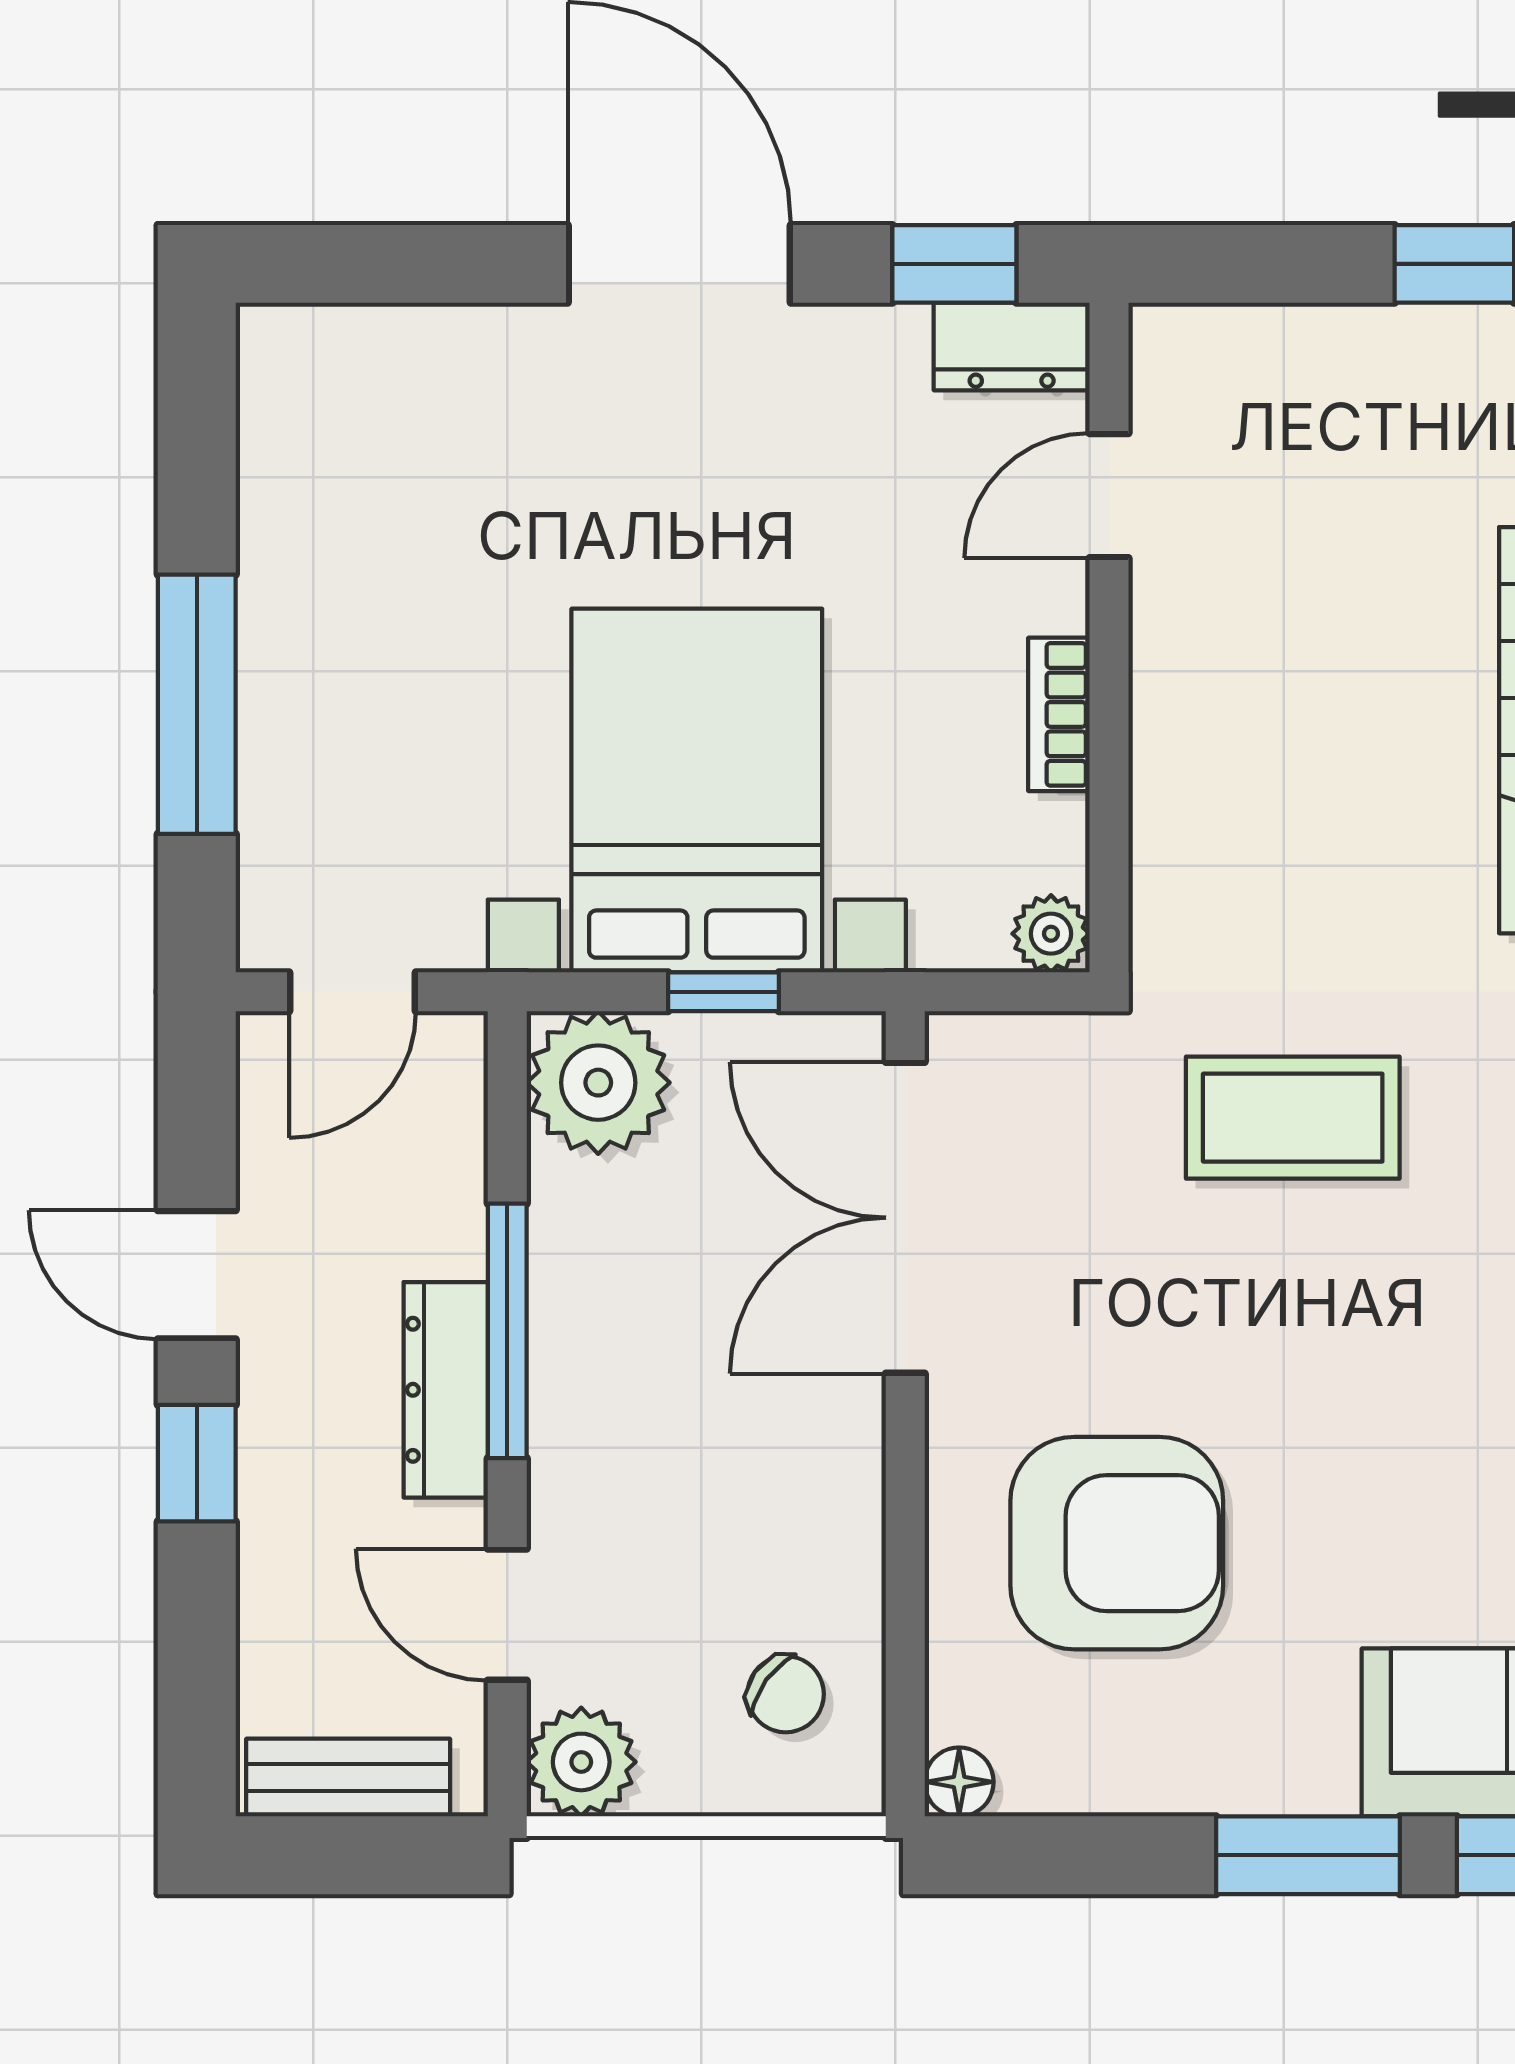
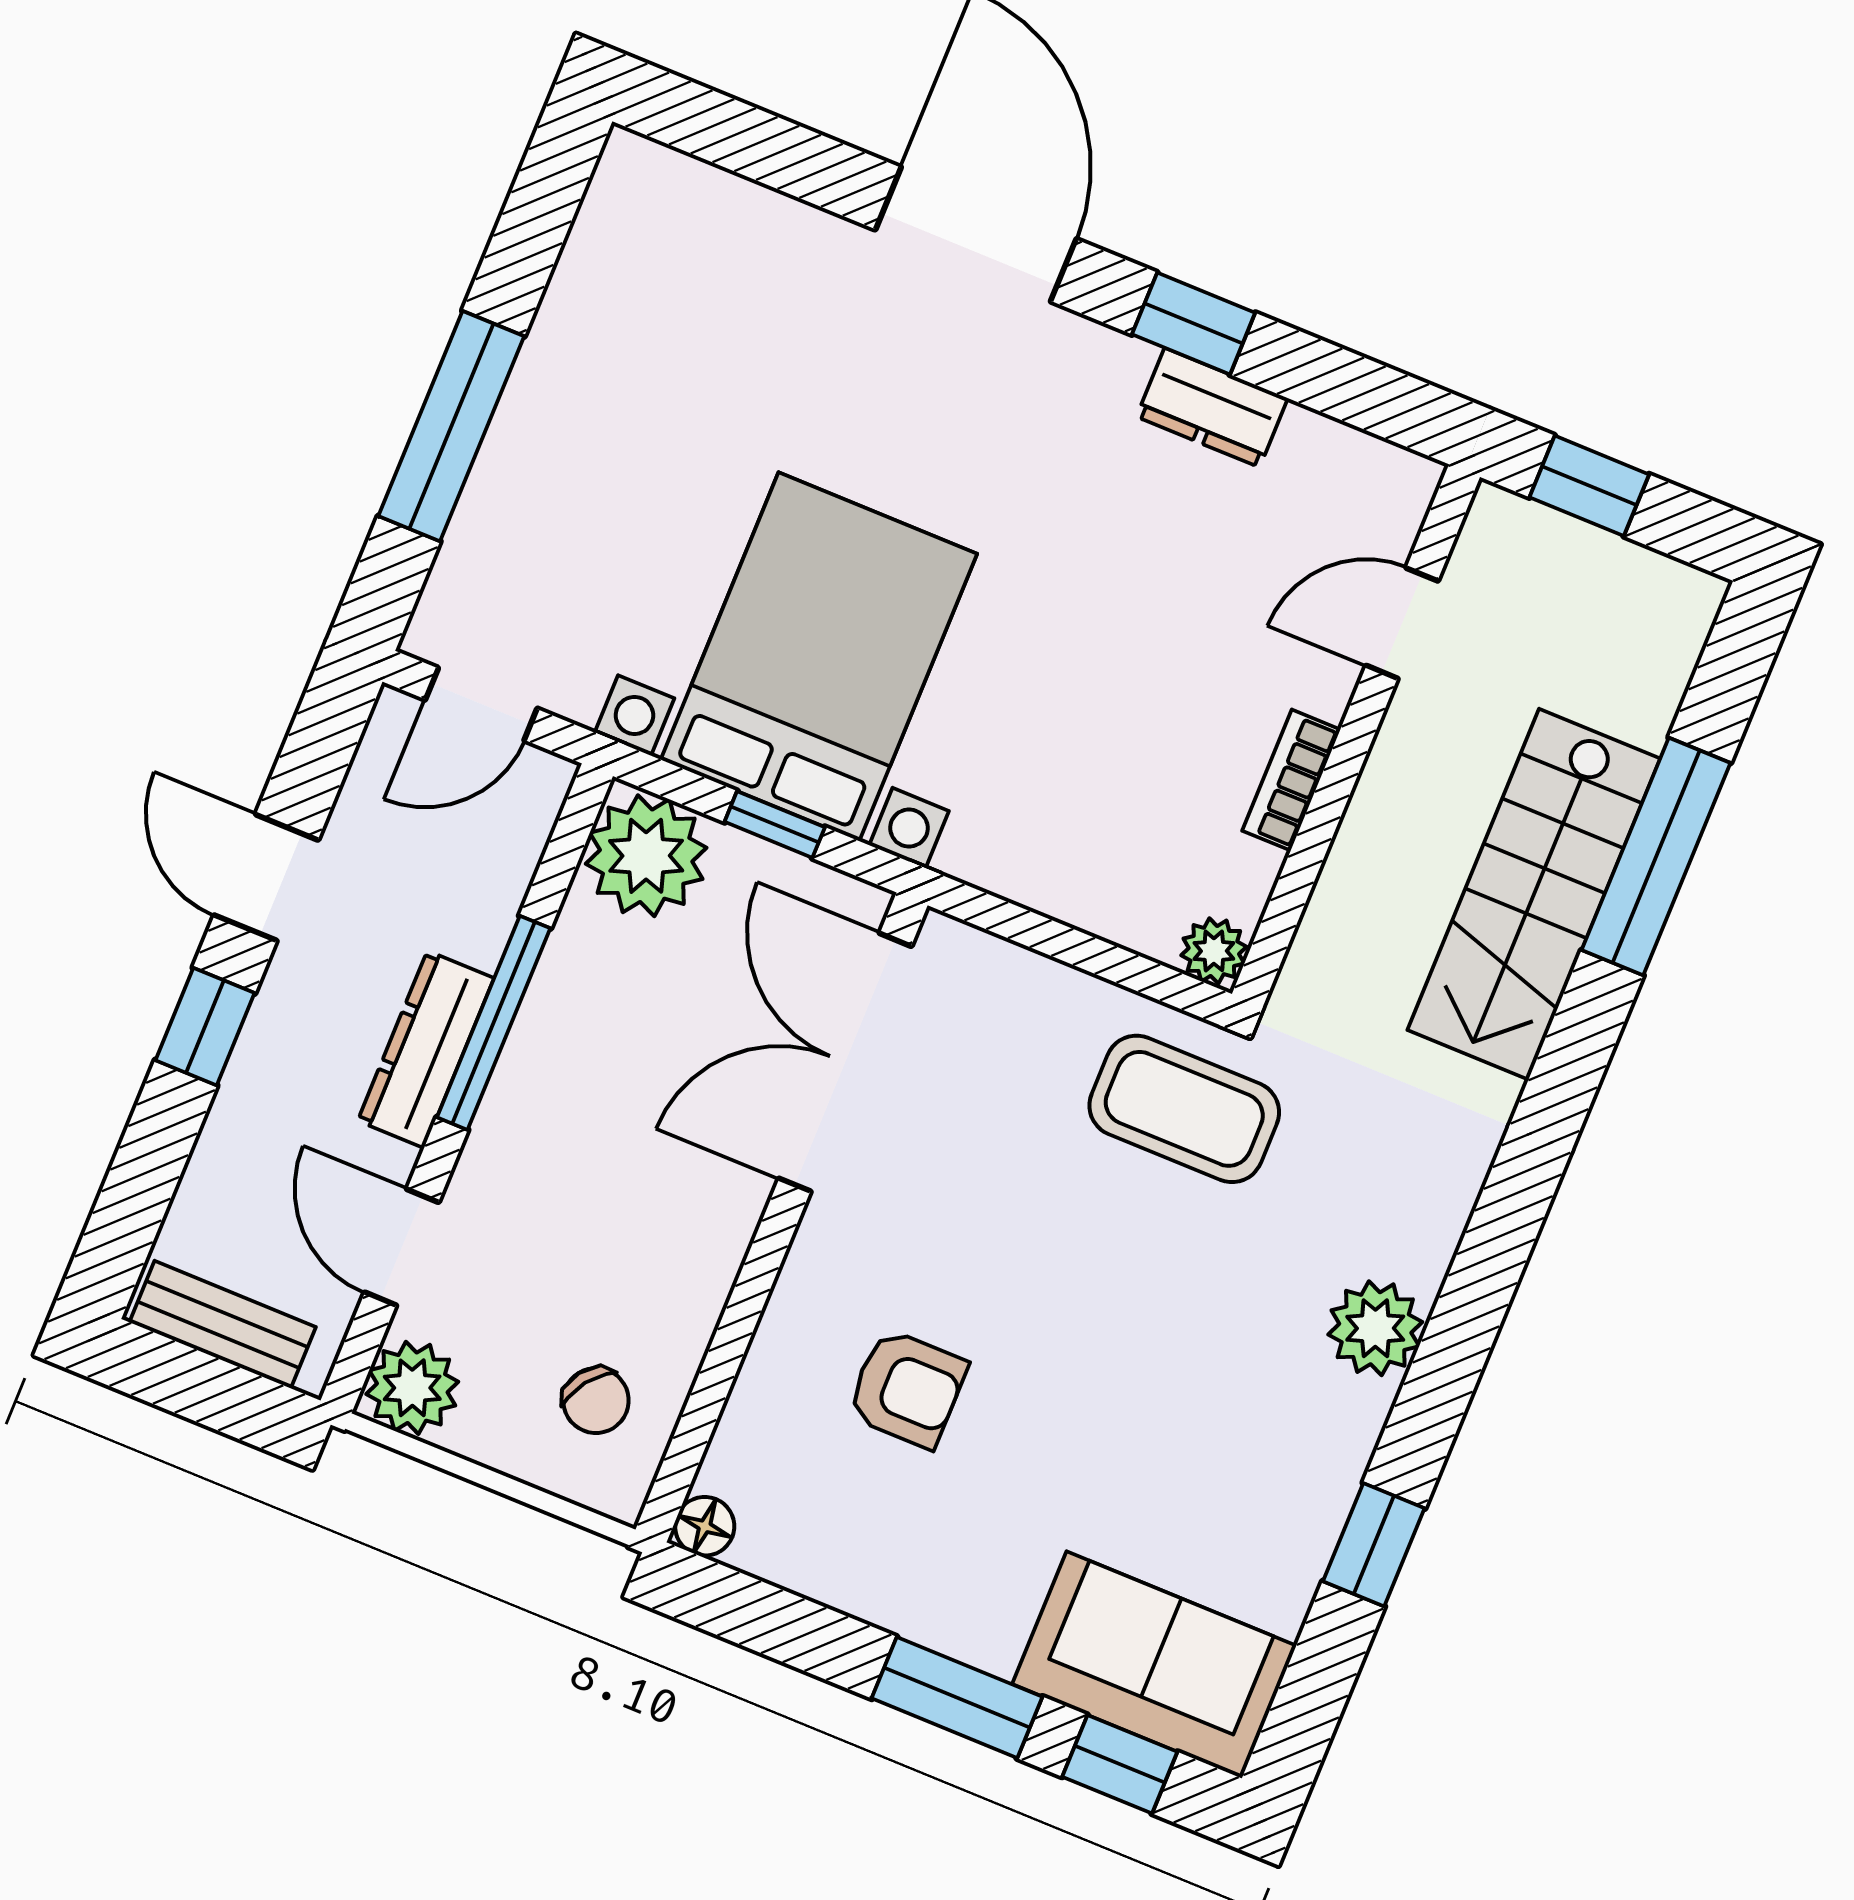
door: (1109, 496) -> (1402, 623), moved
wall: (1109, 637) -> (1356, 735), moved
bookcase: (1059, 714) -> (1291, 780), moved
plant: (1051, 934) -> (1214, 951), moved
armchair: (1117, 1543) -> (907, 1388), width x0.53, depth x0.53

